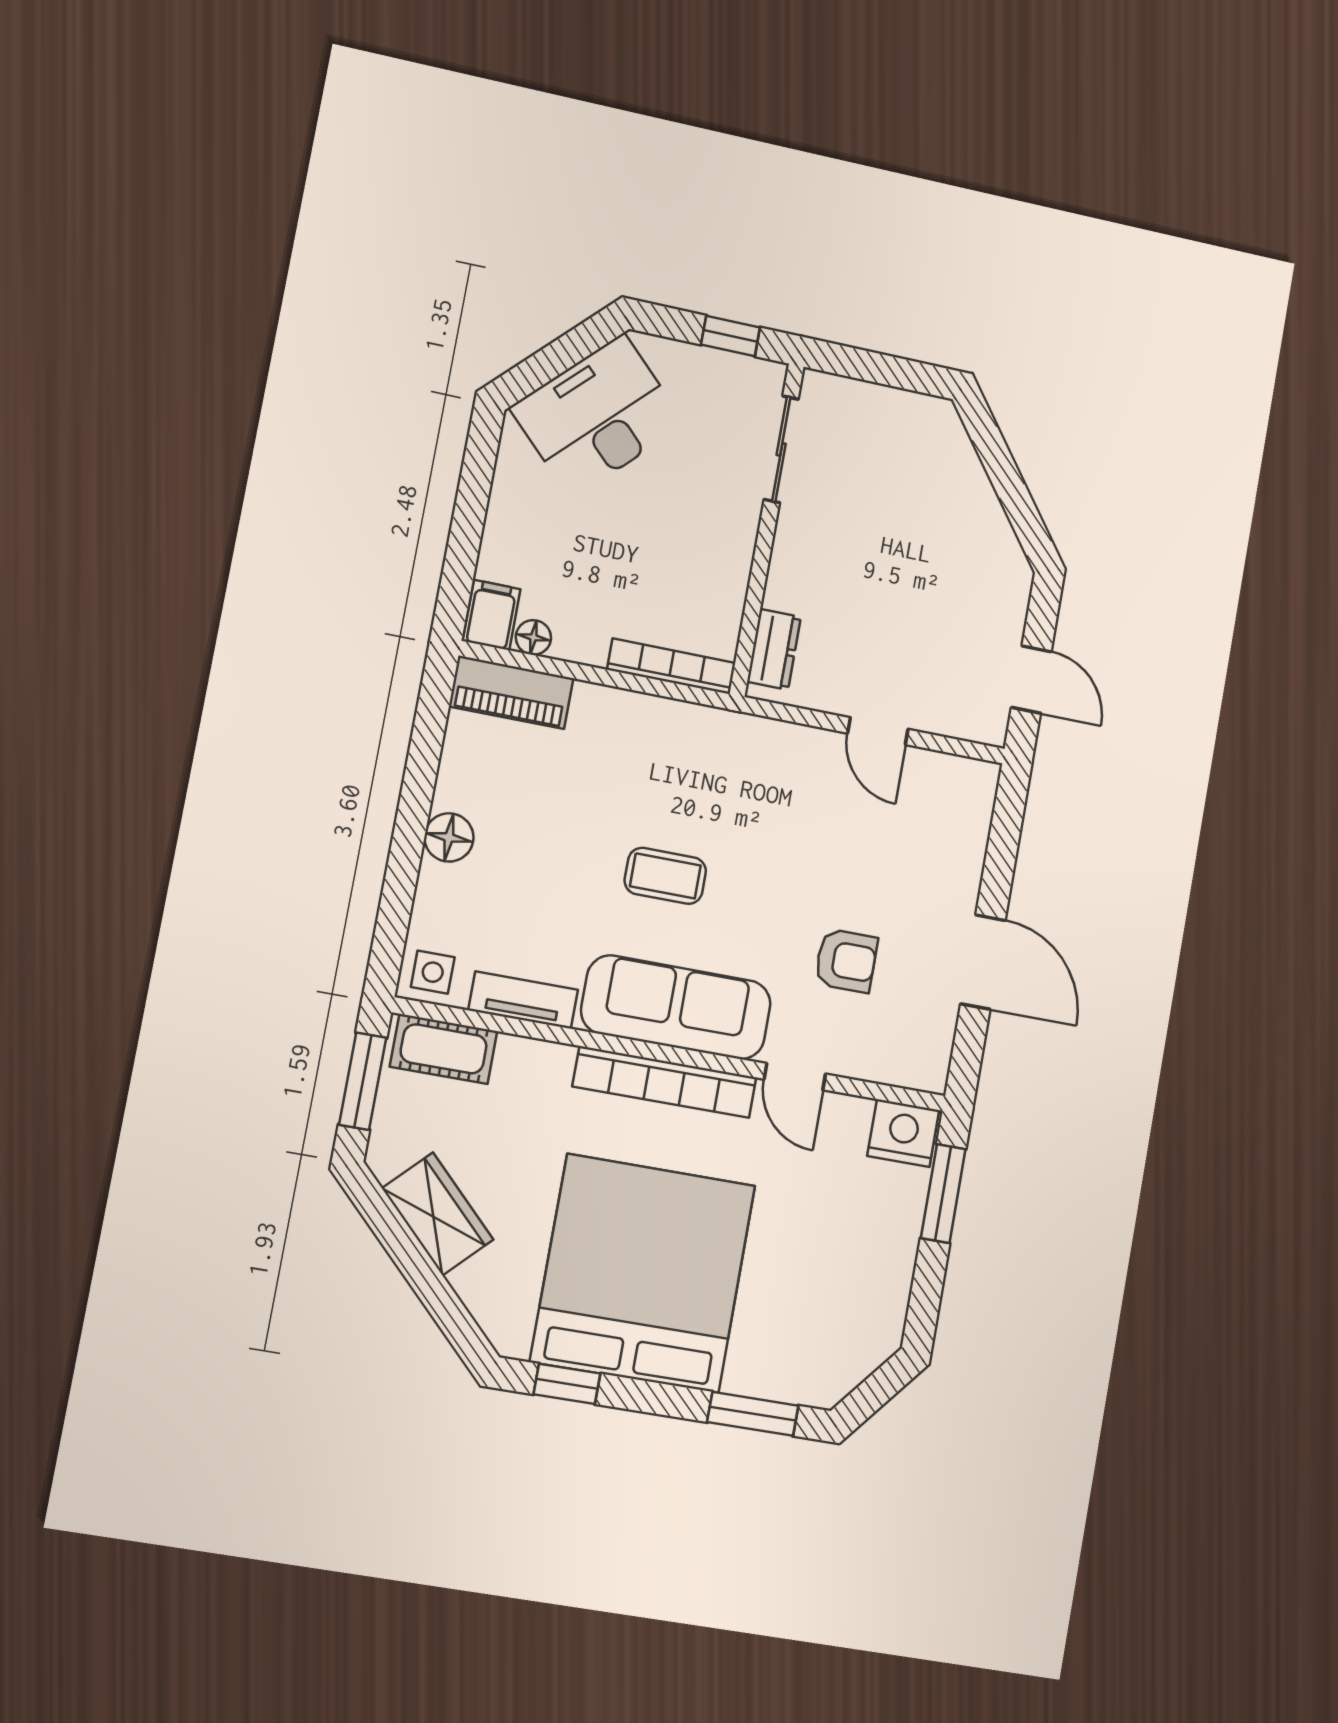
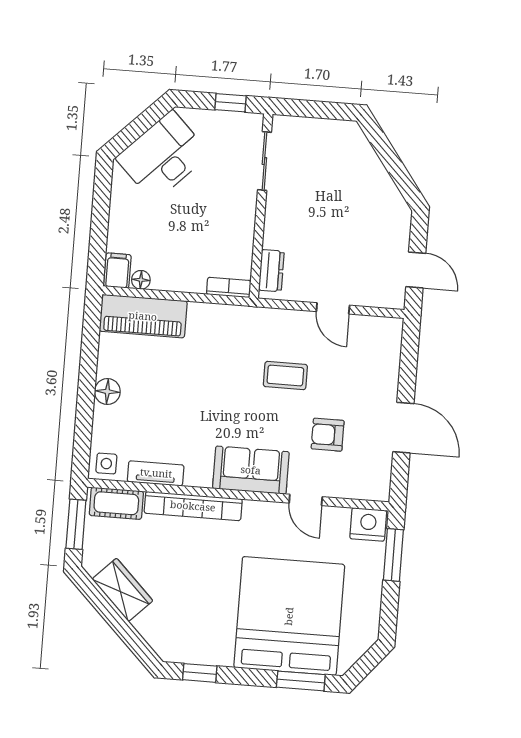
bookcase: (671, 666) -> (229, 287), width x0.64
piano: (511, 692) -> (143, 316), width x1.37, depth x1.33
coffee table: (665, 876) -> (285, 376), moved
armchair: (846, 961) -> (328, 435), turned 180
sofa: (676, 1007) -> (251, 470), width x0.73
bookcase: (665, 1082) -> (193, 506), moved
bed: (643, 1273) -> (289, 616), moved

